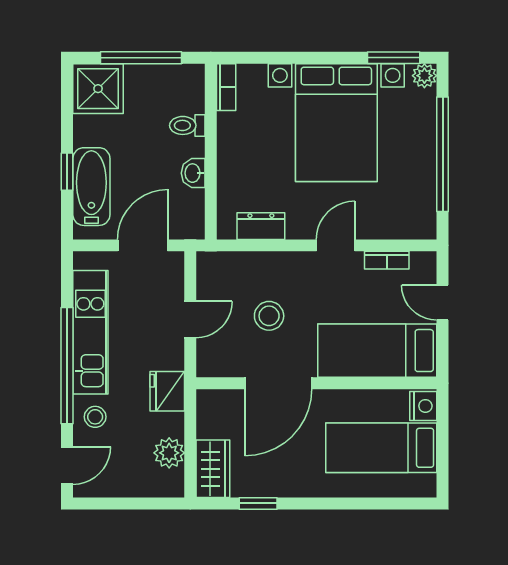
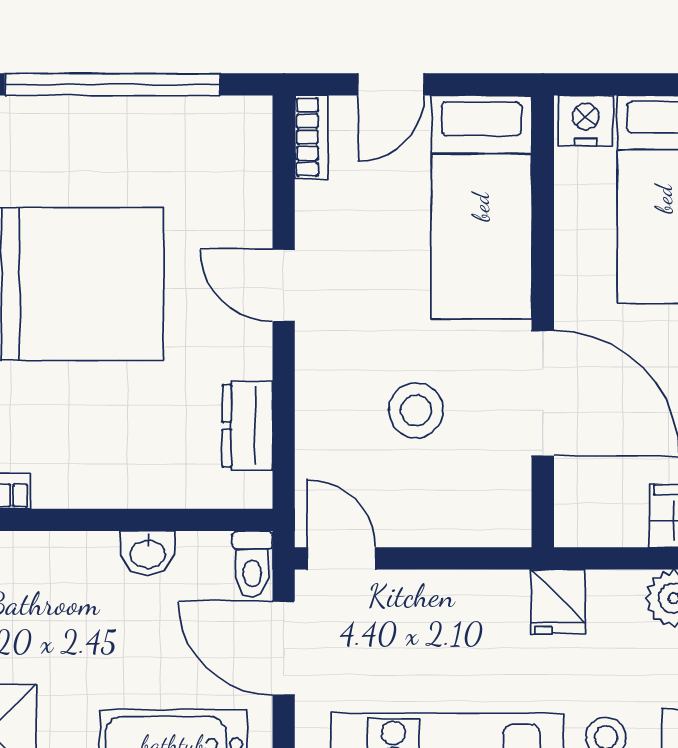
toilet: (187, 125) -> (252, 564), moved
bookcase: (387, 260) -> (311, 137), moved
door: (190, 319) -> (341, 558), moved
fridge: (167, 391) -> (558, 602), width x0.72

